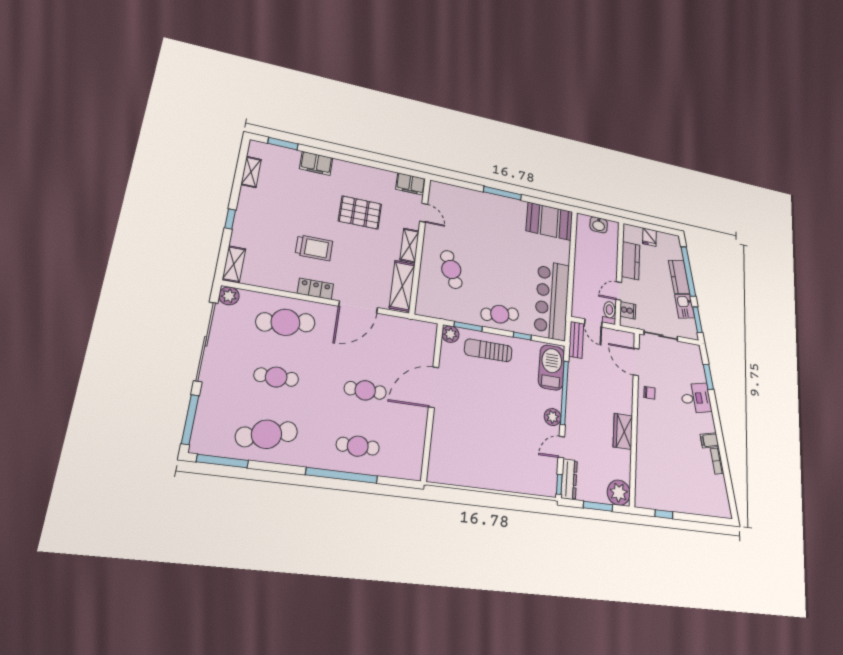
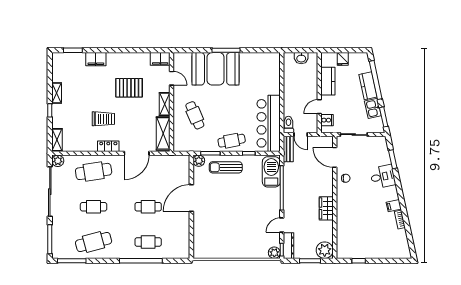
shelving: (251, 172) -> (57, 93), moved
booth: (549, 221) -> (216, 69), moved, width x1.36, depth x1.42
toilet: (609, 313) -> (288, 125), moved
plant: (553, 417) -> (274, 253), moved

